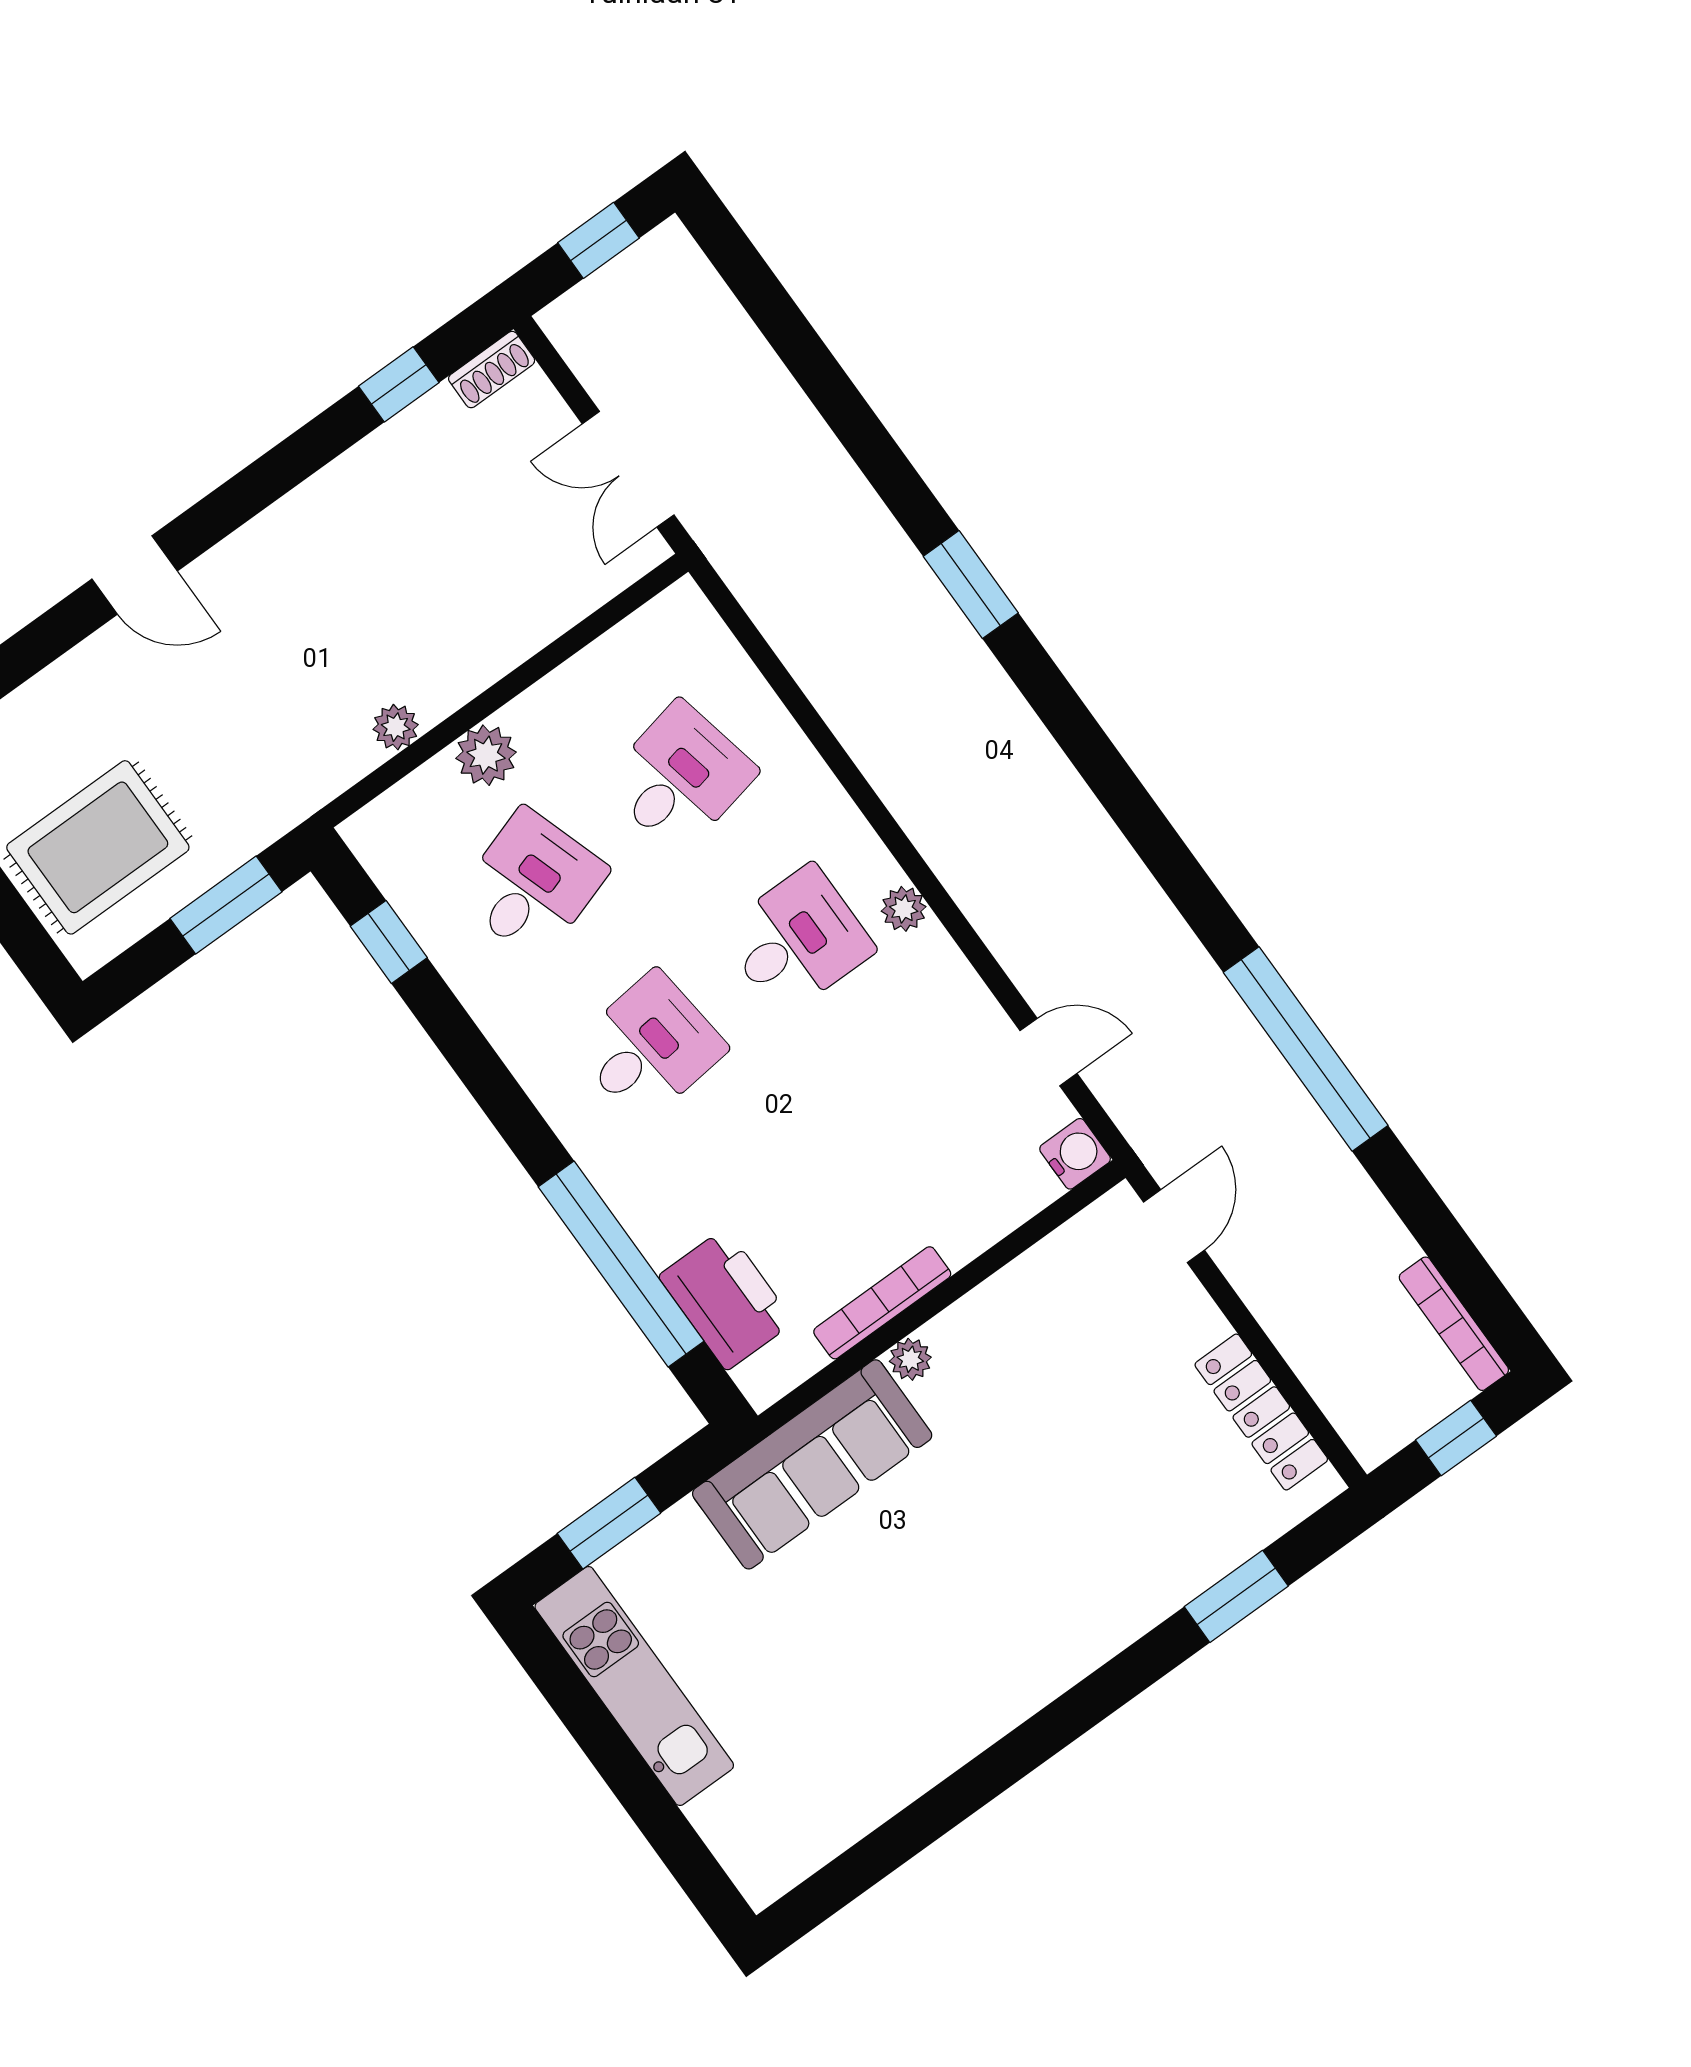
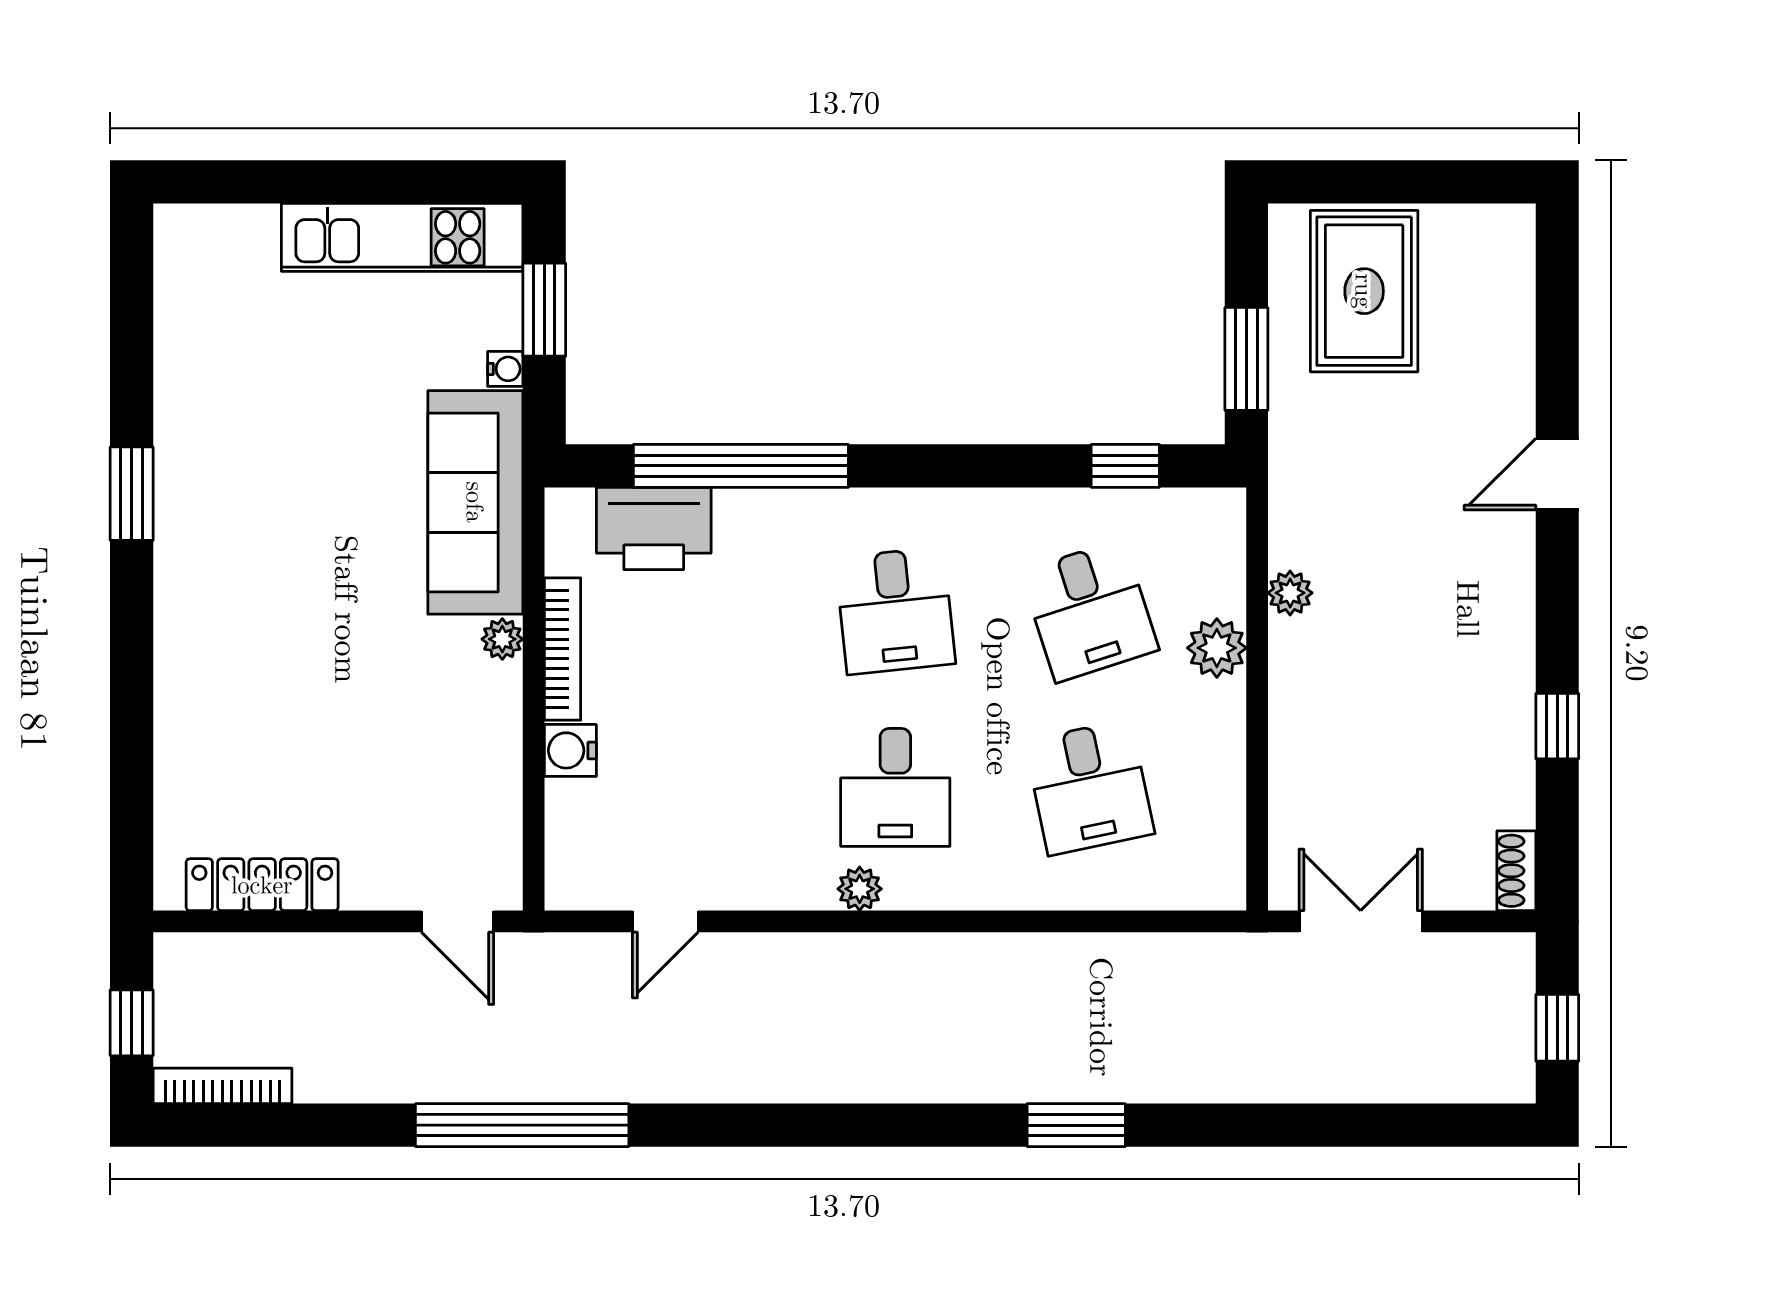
window: (399, 384) -> (1557, 726), moved
water cooler: (1075, 1154) -> (570, 750), moved, turned 90
water cooler: (682, 1520) -> (505, 369), added
window: (1236, 1596) -> (132, 494), moved

